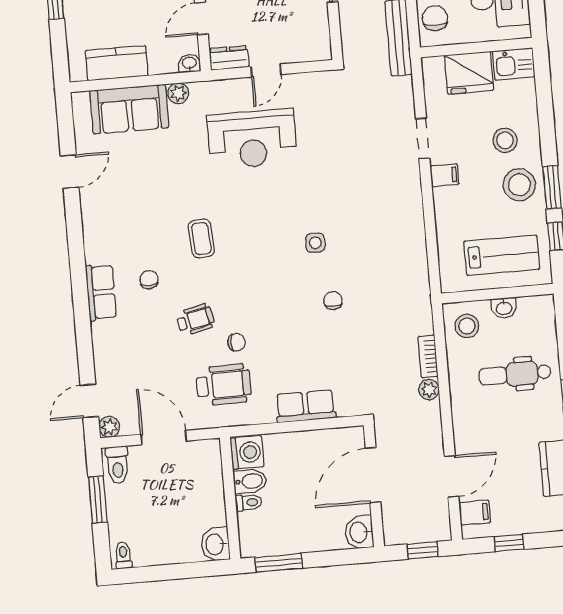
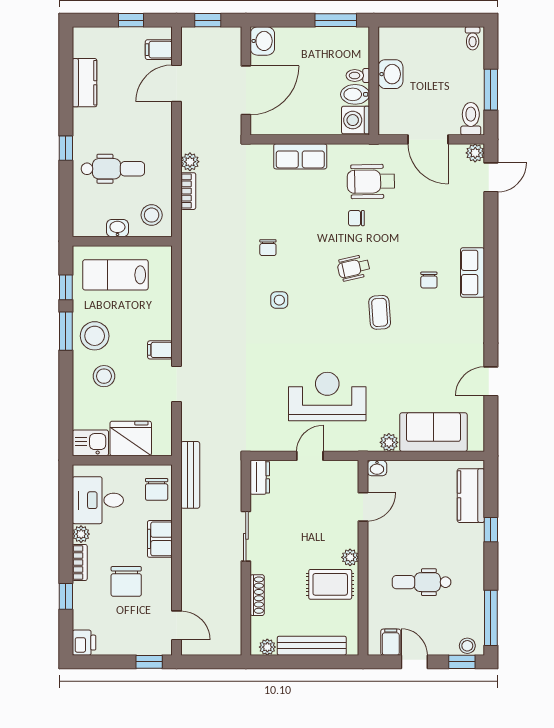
dresser: (229, 58) -> (260, 477), moved, turned -90
kitchen counter: (117, 63) -> (471, 496), moved, turned 90
wheelchair: (195, 320) -> (354, 268), moved
washbasin: (215, 544) -> (390, 74), moved

